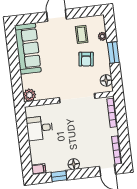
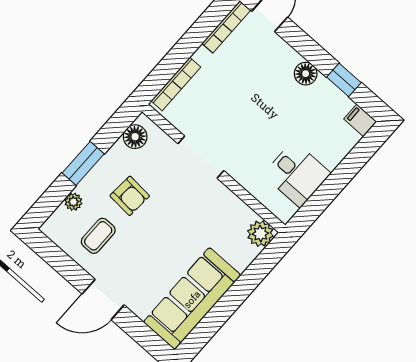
armchair: (86, 59) -> (130, 196), turned 87
doorway: (77, 98) -> (201, 157), width x0.73

